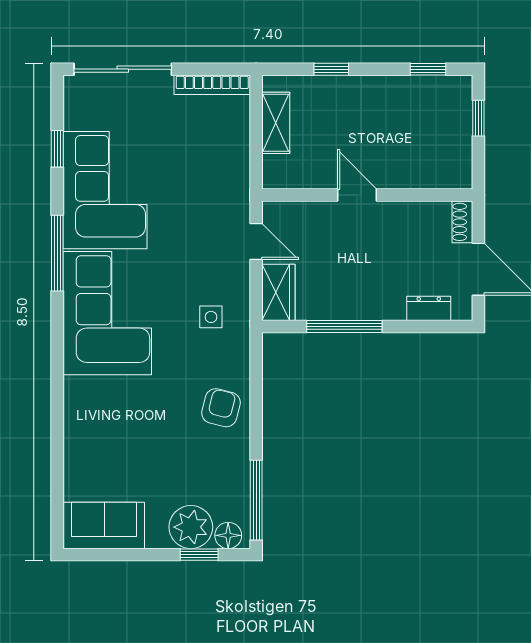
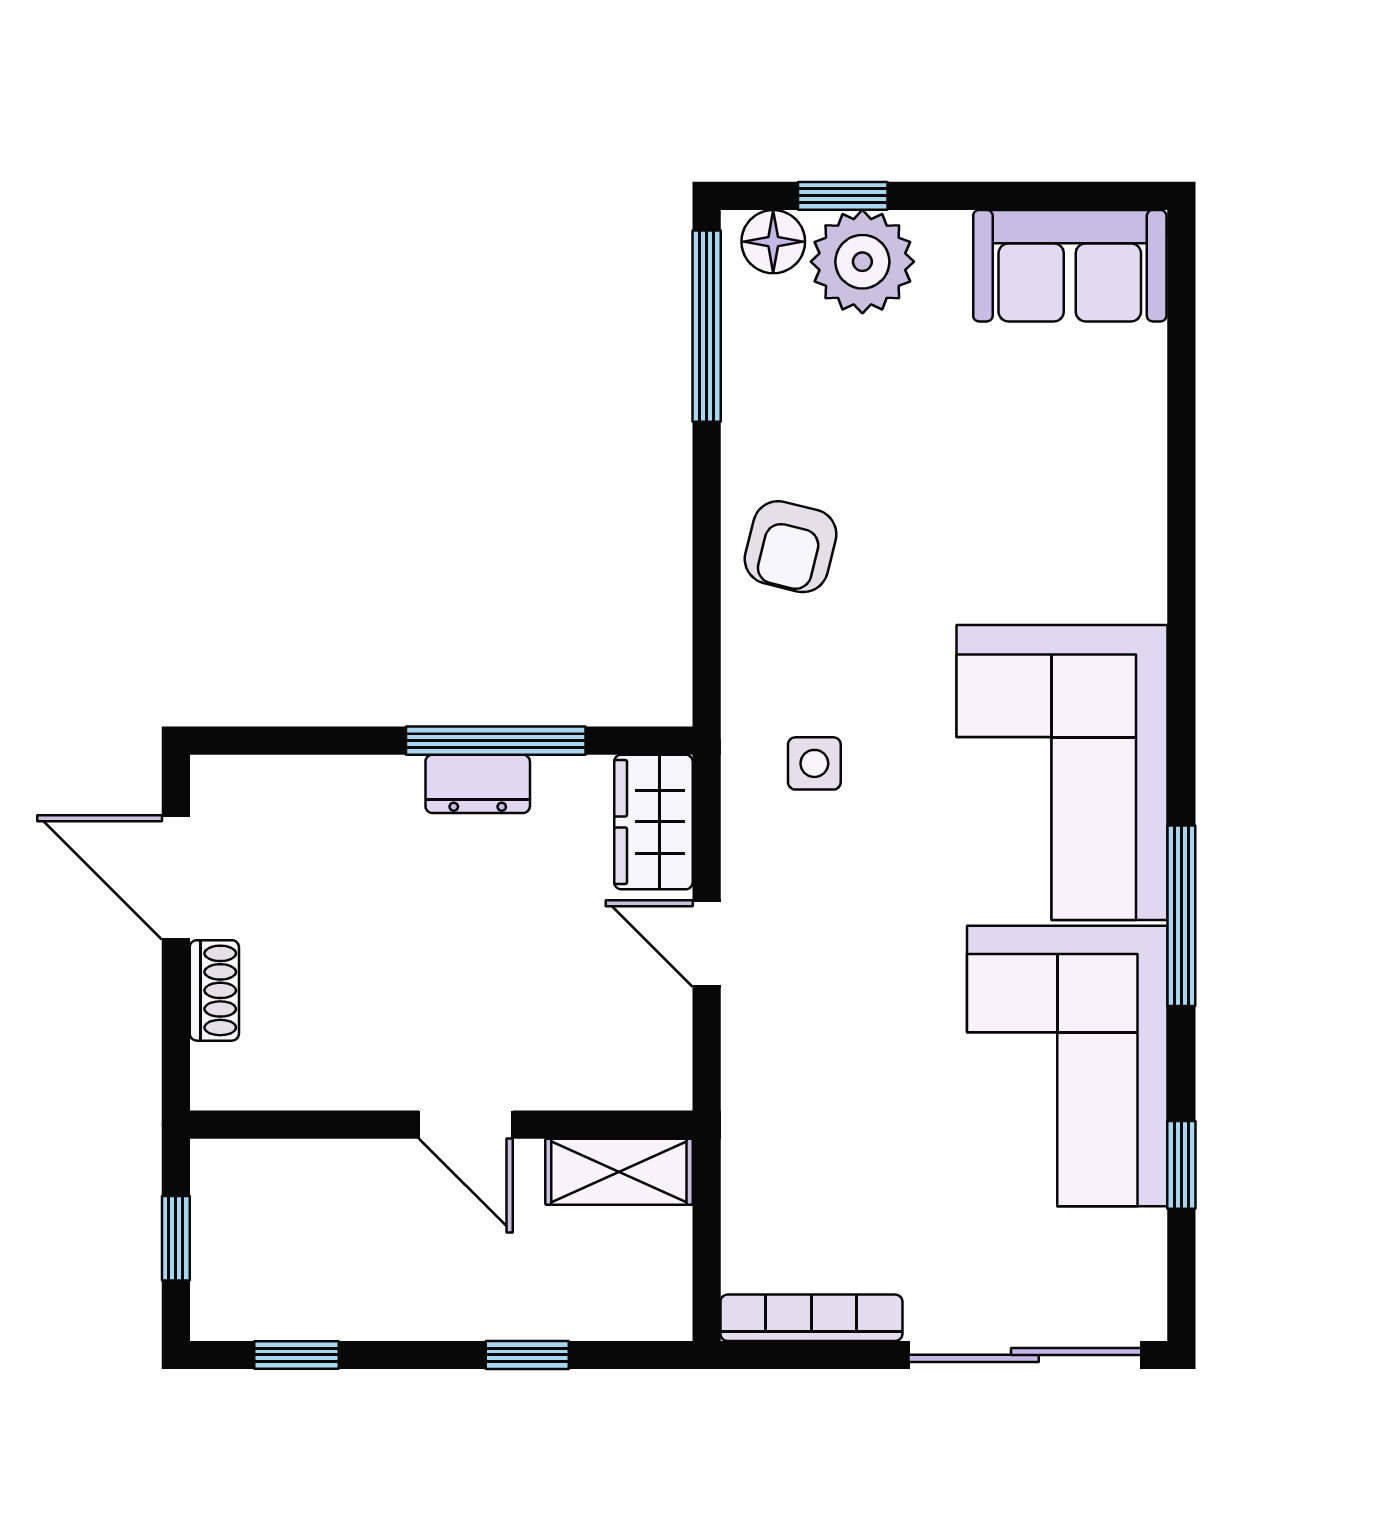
shelving: (276, 123) -> (619, 1172), moved, turned 90
door: (357, 195) -> (466, 1125), moved
wall: (367, 195) -> (441, 1125), moved
dresser: (429, 308) -> (478, 784), moved

